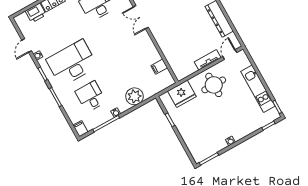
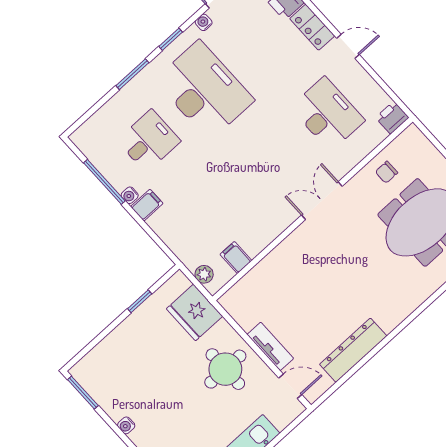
plant: (134, 96) -> (204, 274), moved, width x0.53, depth x0.53
filing cabinet: (80, 129) -> (147, 205), moved

